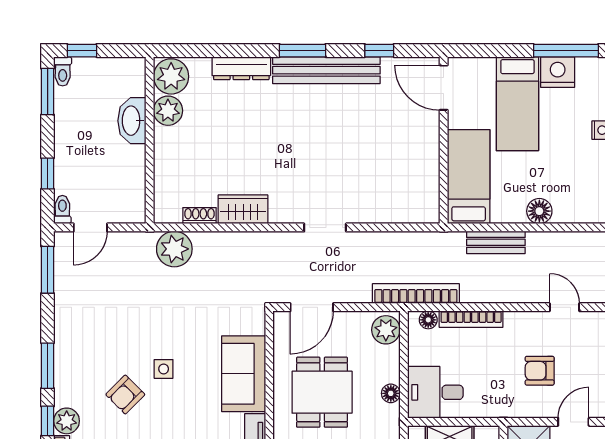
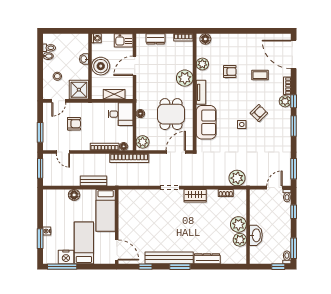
plant: (171, 76) -> (238, 224), moved
wardrobe: (243, 209) -> (195, 196), moved

